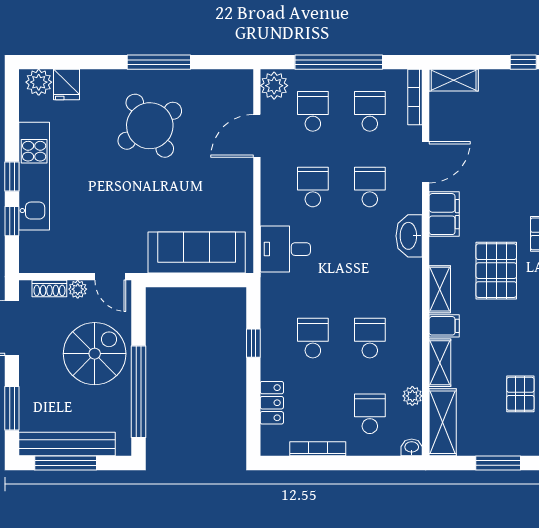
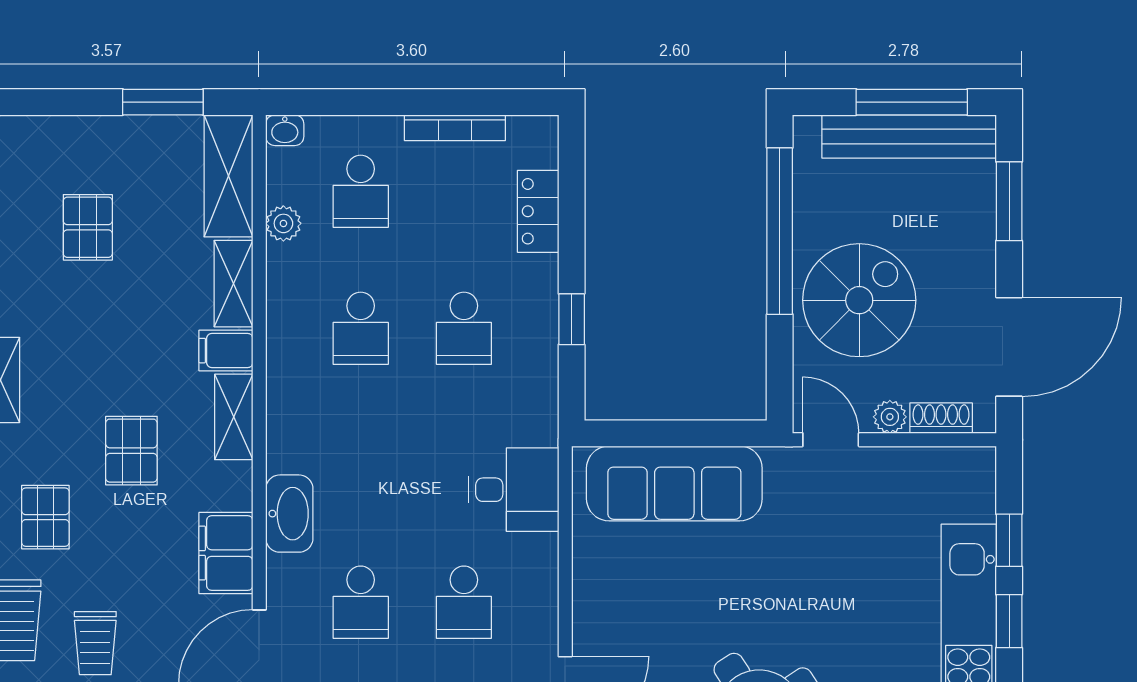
trolley: (516, 164) -> (95, 643), added
pallet: (496, 271) -> (131, 451), width x0.67, depth x0.71
spiral stairs: (95, 354) -> (859, 300), turned 180
window: (498, 463) -> (163, 102), moved

